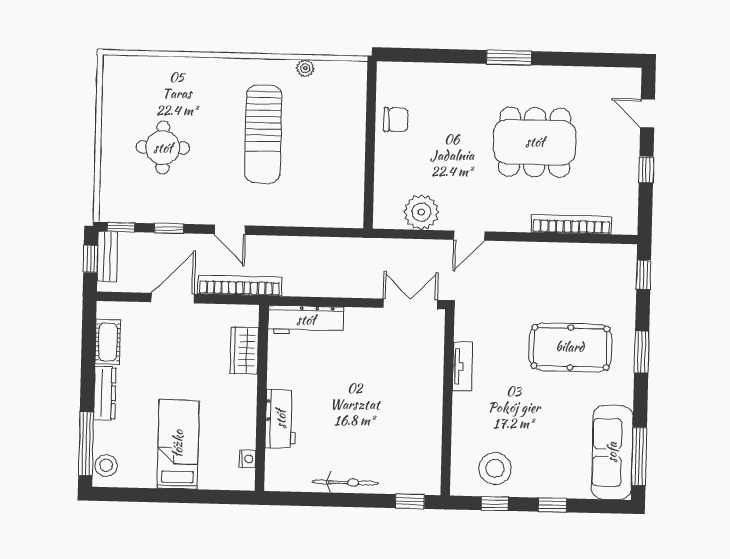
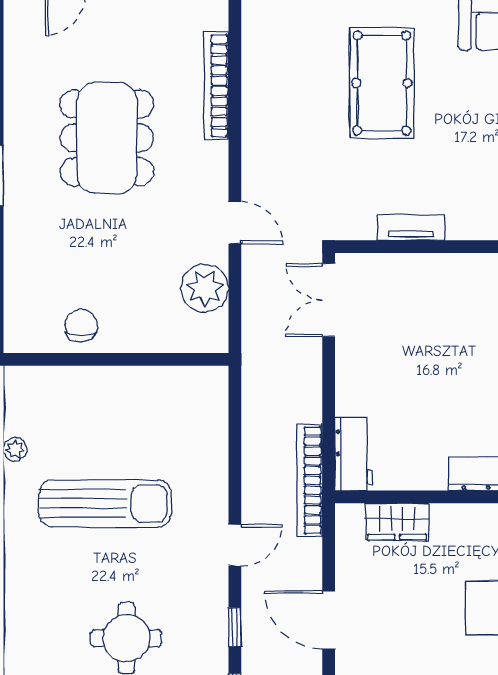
bookcase: (240, 286) -> (310, 480), moved
workbench: (306, 320) -> (354, 454), width x0.73

